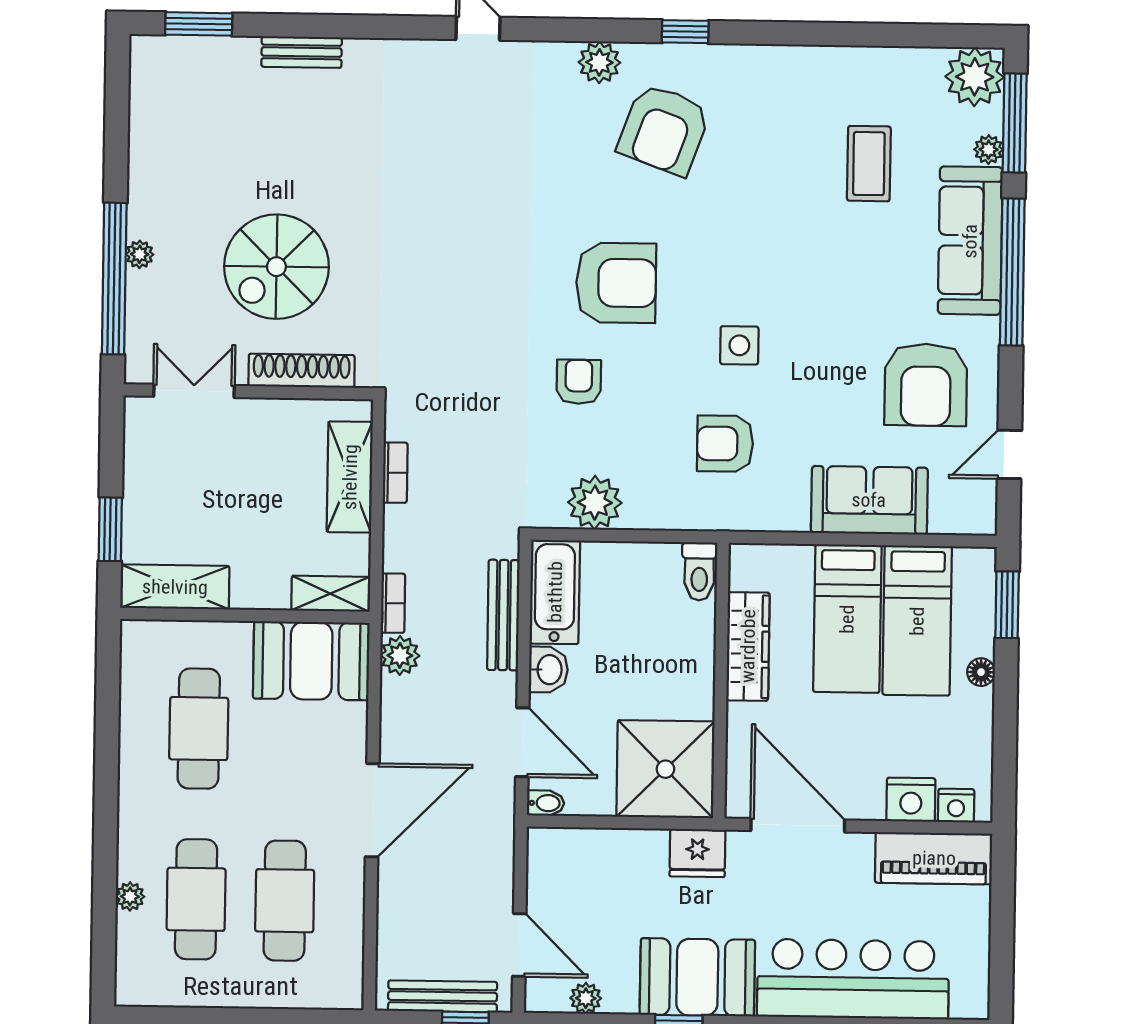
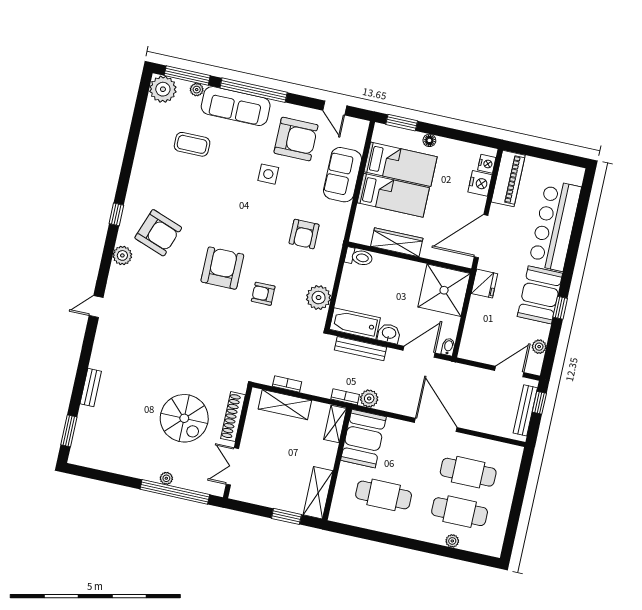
side table: (739, 345) -> (268, 174), moved

